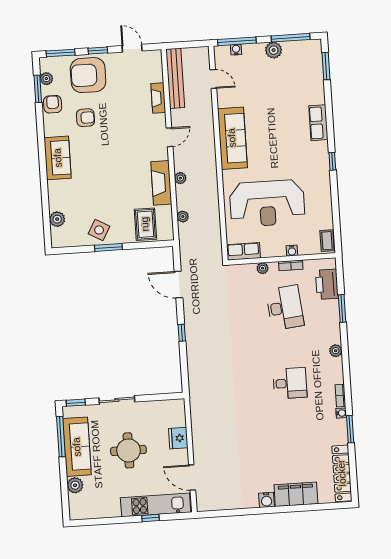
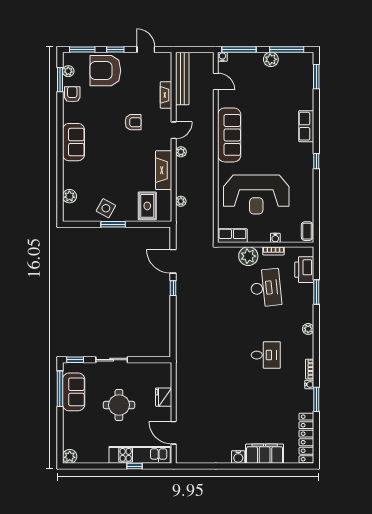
water cooler: (236, 50) -> (222, 57), moved
armchair: (85, 118) -> (133, 122), moved
plant: (180, 178) -> (181, 152), moved
plant: (263, 268) -> (248, 256), width x1.87, depth x1.87
window: (182, 333) -> (173, 288), moved
sofa: (77, 447) -> (74, 392), width x0.73
plant: (75, 485) -> (70, 456), moved

